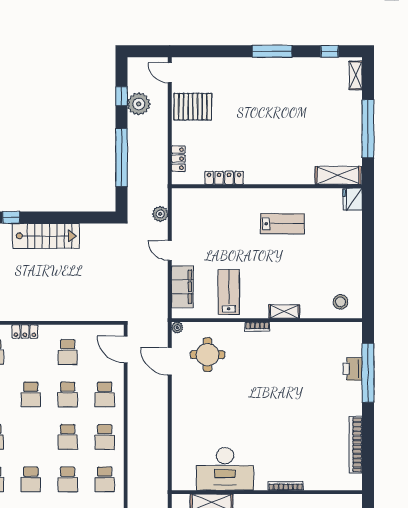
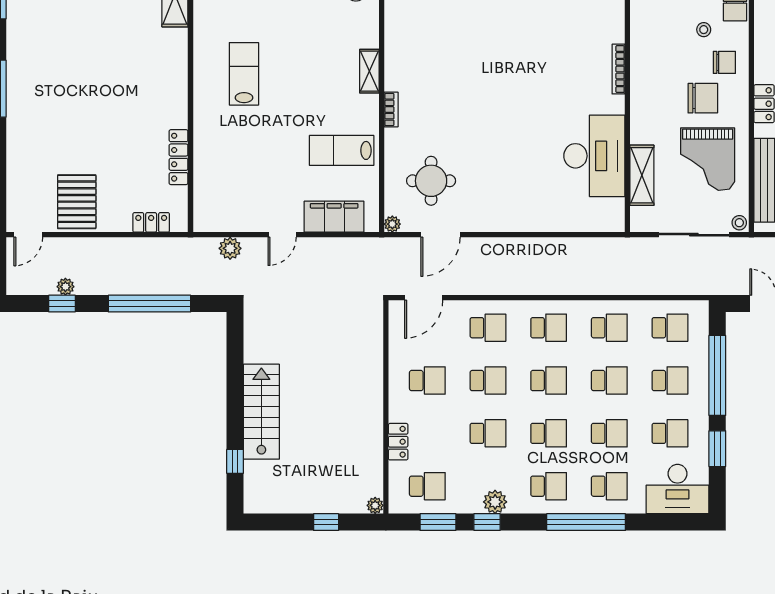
plant: (139, 104) -> (65, 287), width x0.53, depth x0.53
school desk: (31, 437) -> (549, 433), added

